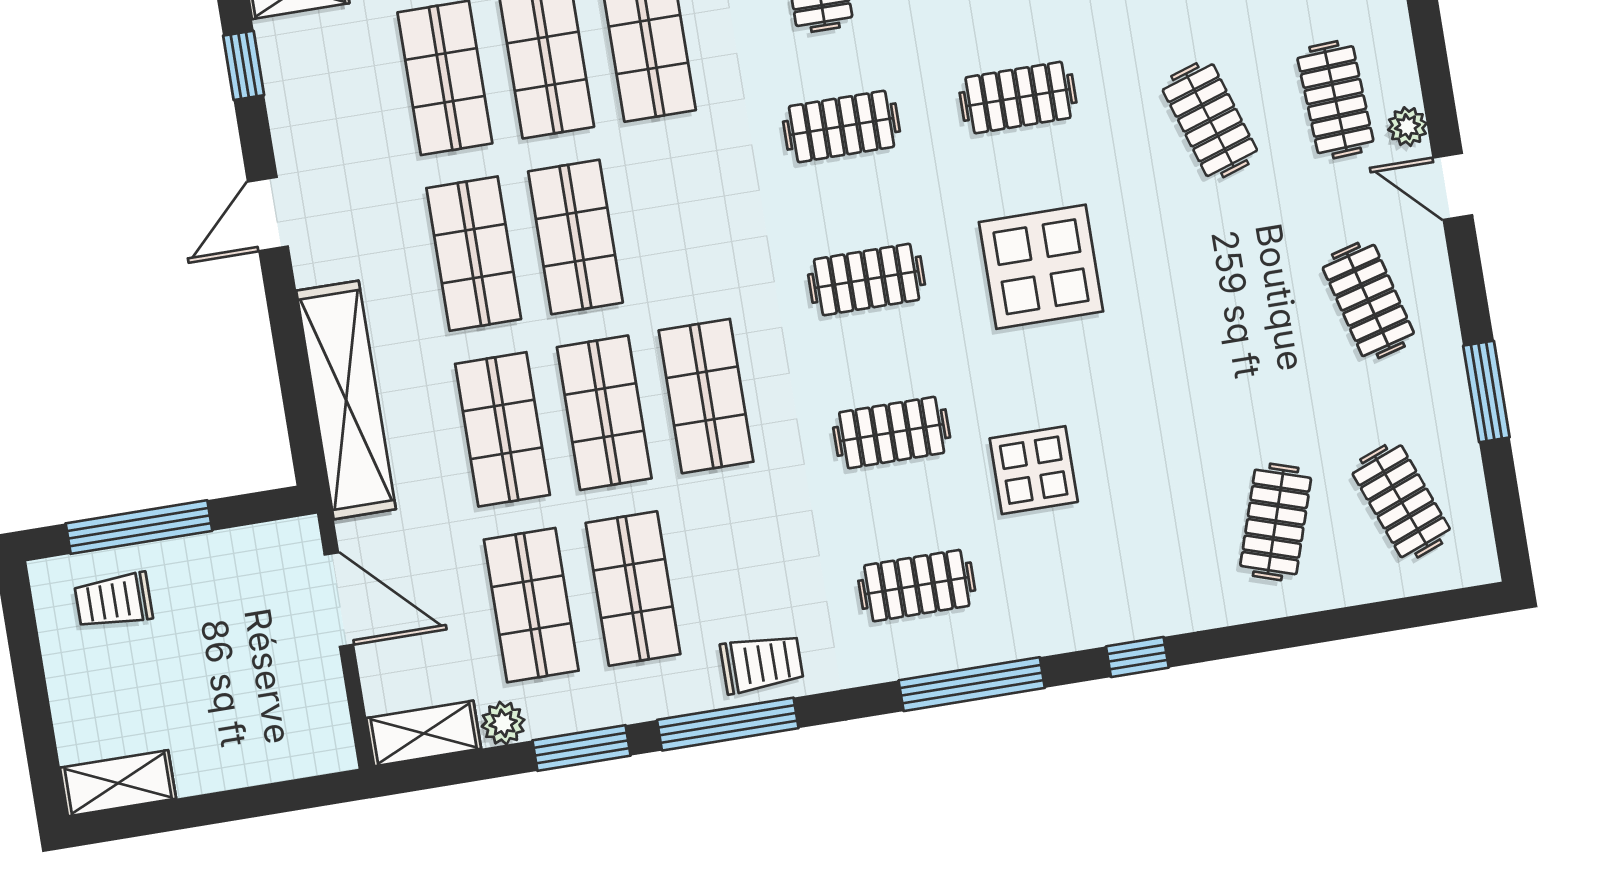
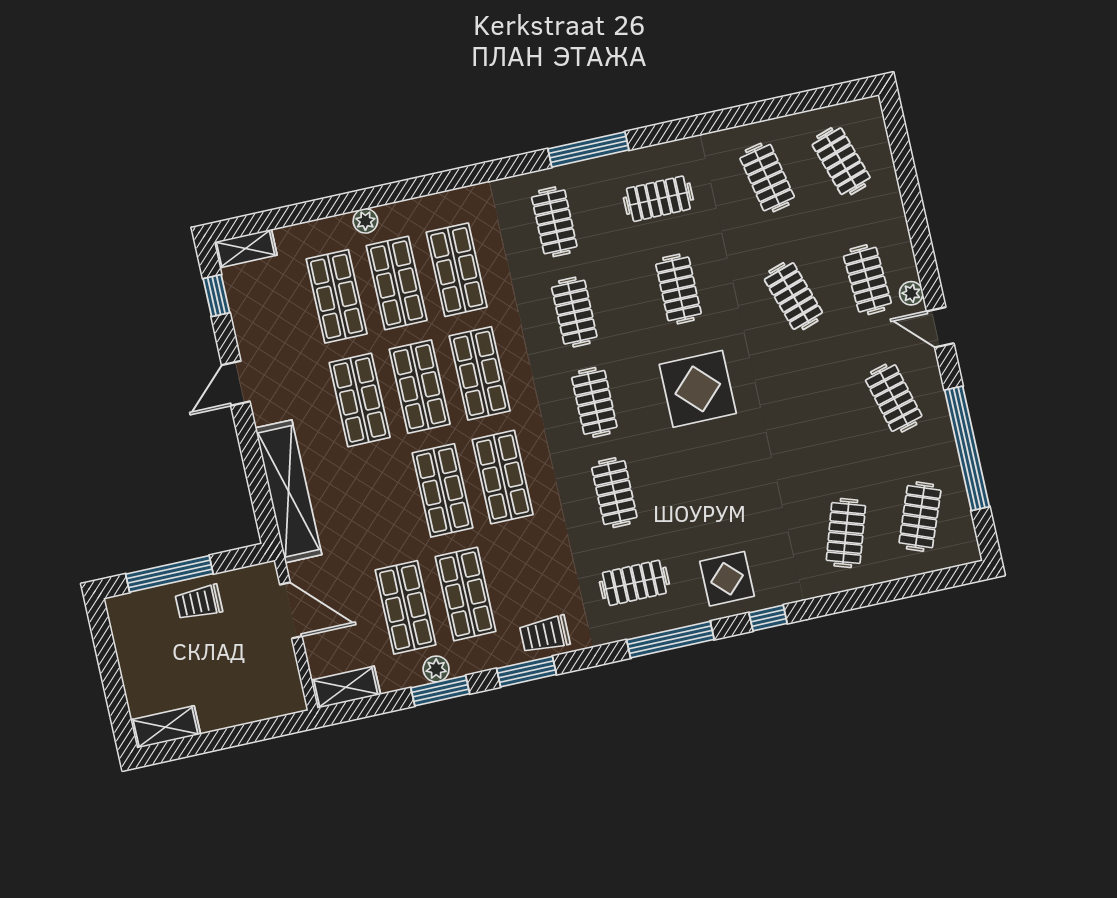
clothes rail: (1018, 98) -> (678, 289), turned 90
clothes rail: (842, 127) -> (574, 312), turned 90
clothes rail: (867, 280) -> (594, 402), turned 90
window: (1486, 391) -> (967, 448), width x2.11
shop shelf: (502, 429) -> (480, 373), moved
clothes rail: (892, 433) -> (614, 493), turned 90
display table: (1034, 470) -> (727, 579), moved
clothes rail: (1401, 501) -> (920, 517), turned 42
trolley: (114, 601) -> (199, 602), moved
trolley: (762, 663) -> (545, 634), turned 180
plant: (503, 723) -> (436, 669), moved
window: (728, 724) -> (526, 672), width x0.69

